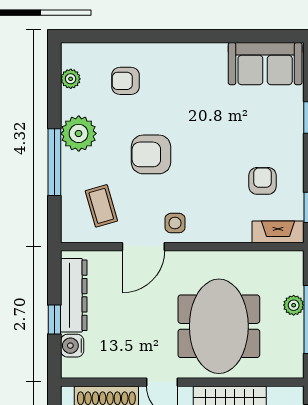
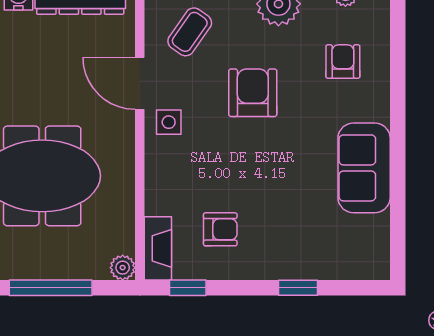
sofa: (265, 64) -> (364, 168), moved
coffee table: (101, 206) -> (190, 32), turned -39
plant: (294, 305) -> (123, 268), moved

